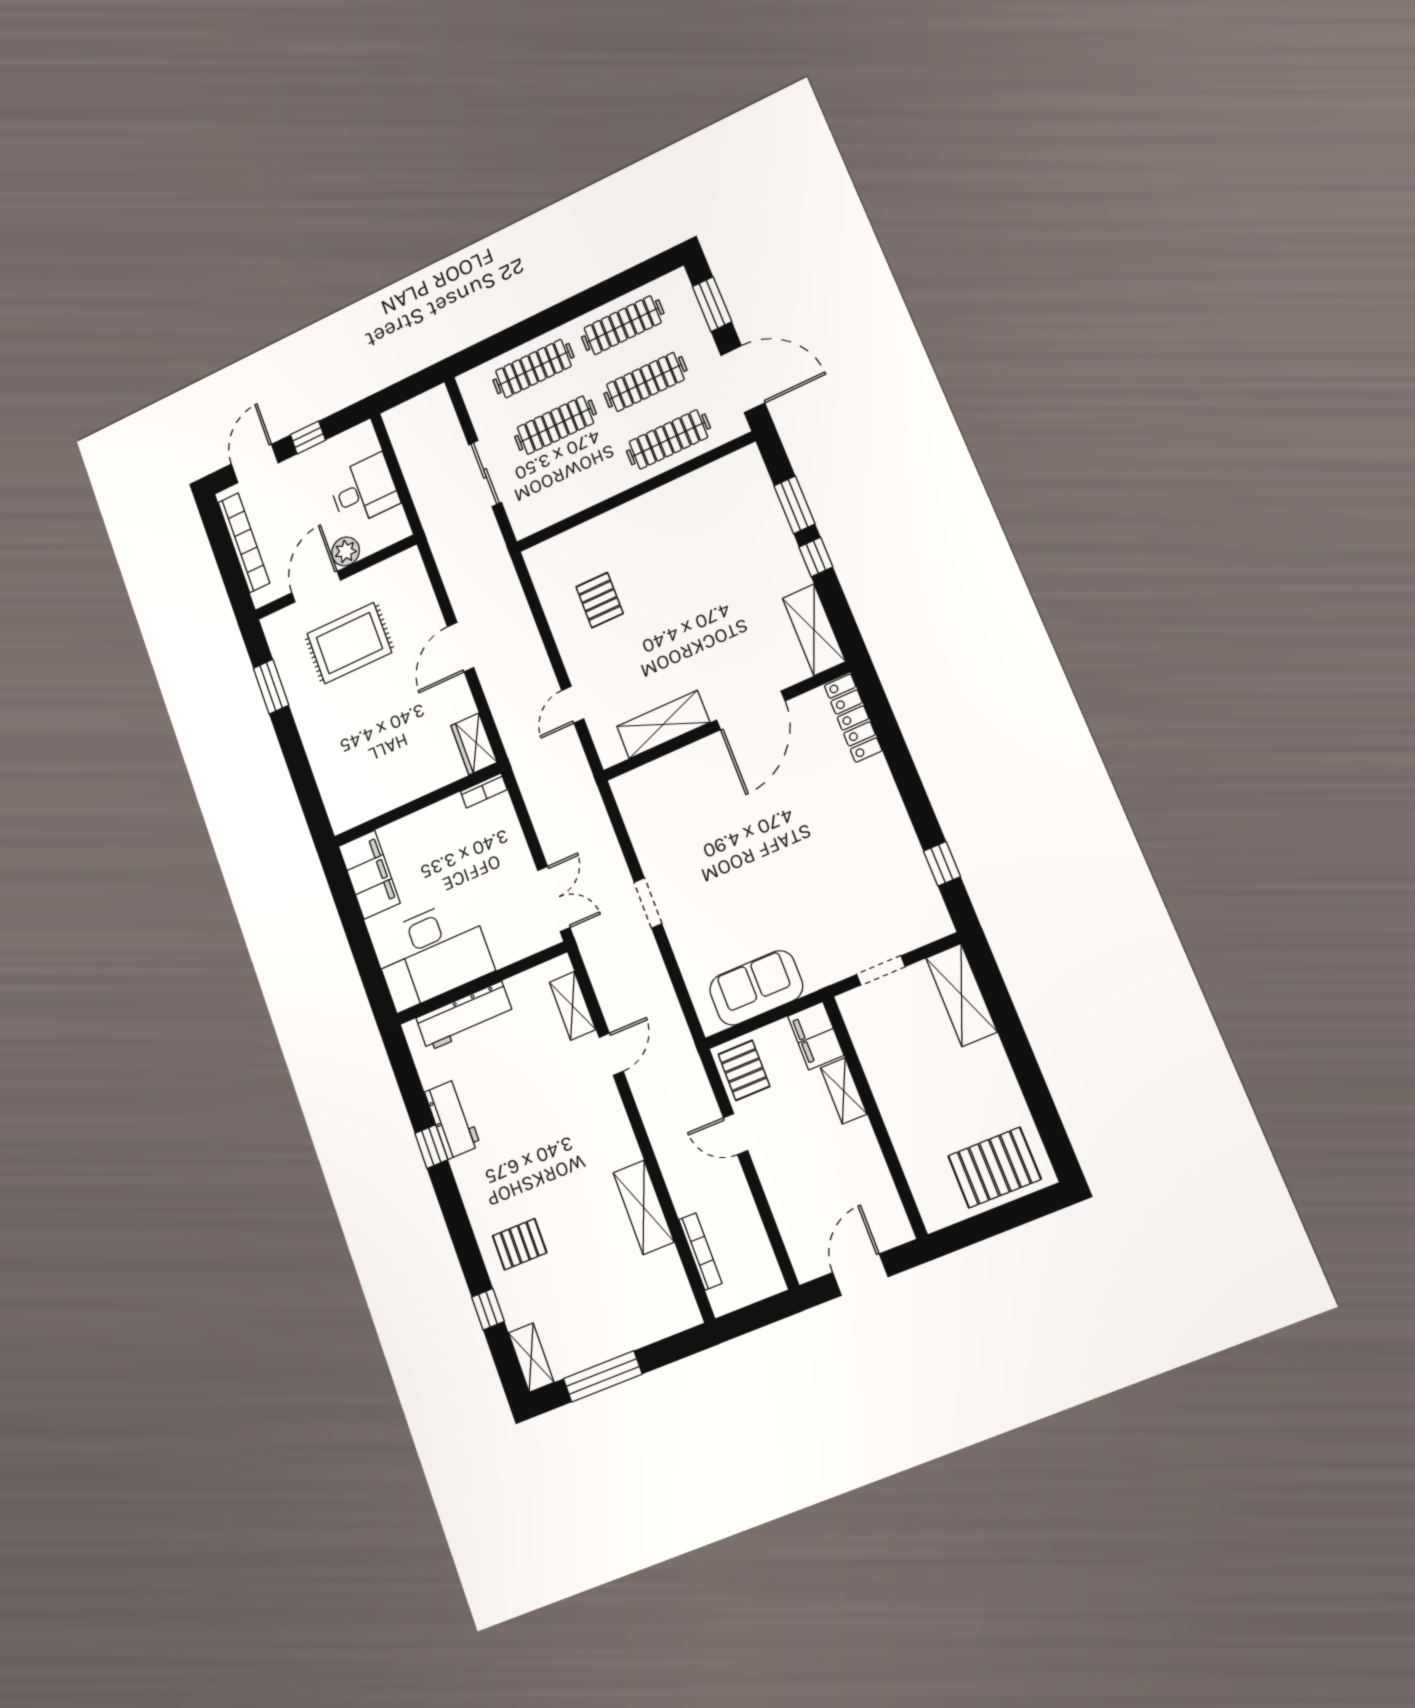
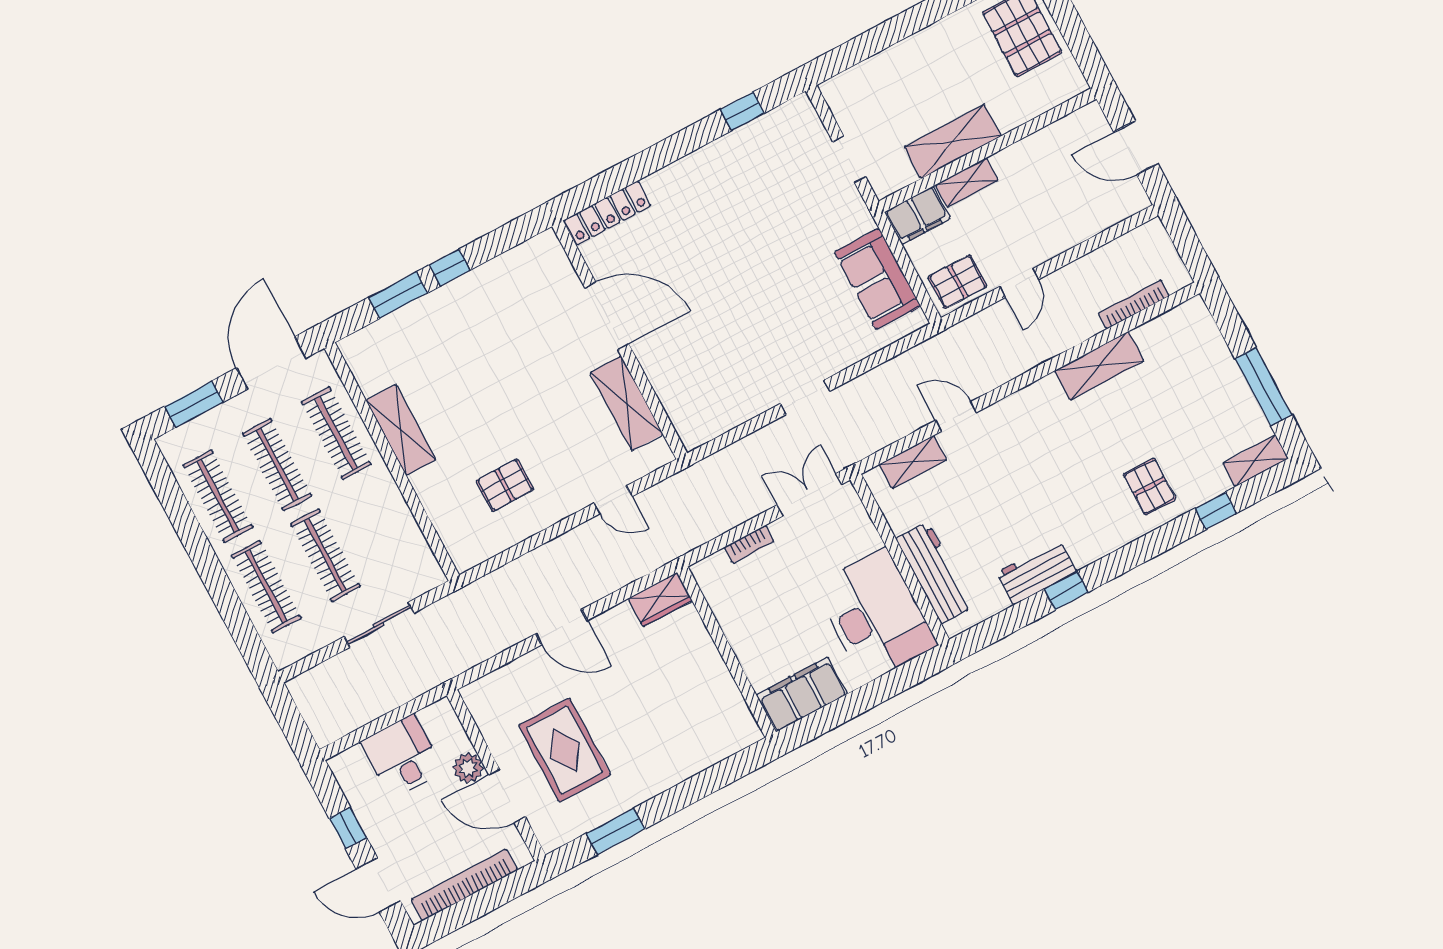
shelving: (814, 630) -> (401, 430), moved, turned 90
bookcase: (484, 790) -> (749, 544), moved, turned 90
shelving: (962, 995) -> (953, 141), moved

